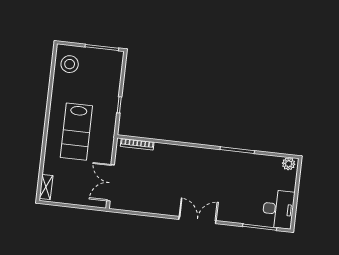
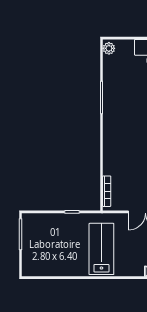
stool: (70, 64) -> (39, 262), removed
lab bench: (76, 132) -> (101, 249), turned -90

